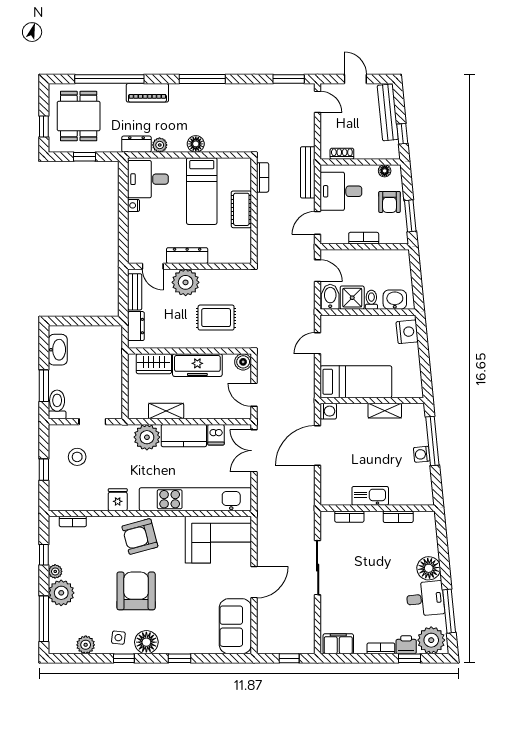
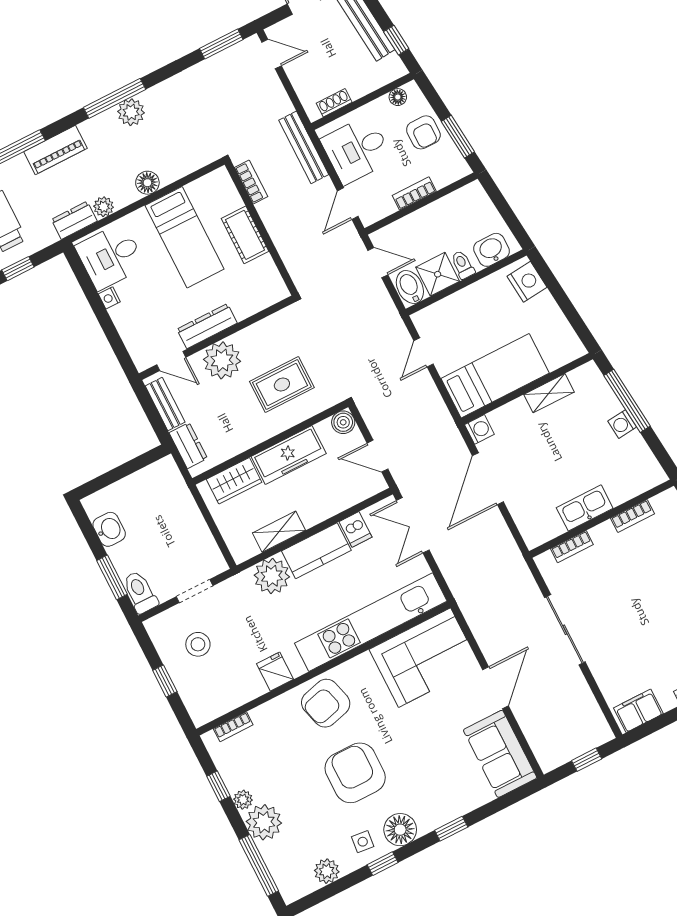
plant: (208, 93) -> (131, 112), added
washbasin: (58, 350) -> (109, 529), width x0.72

